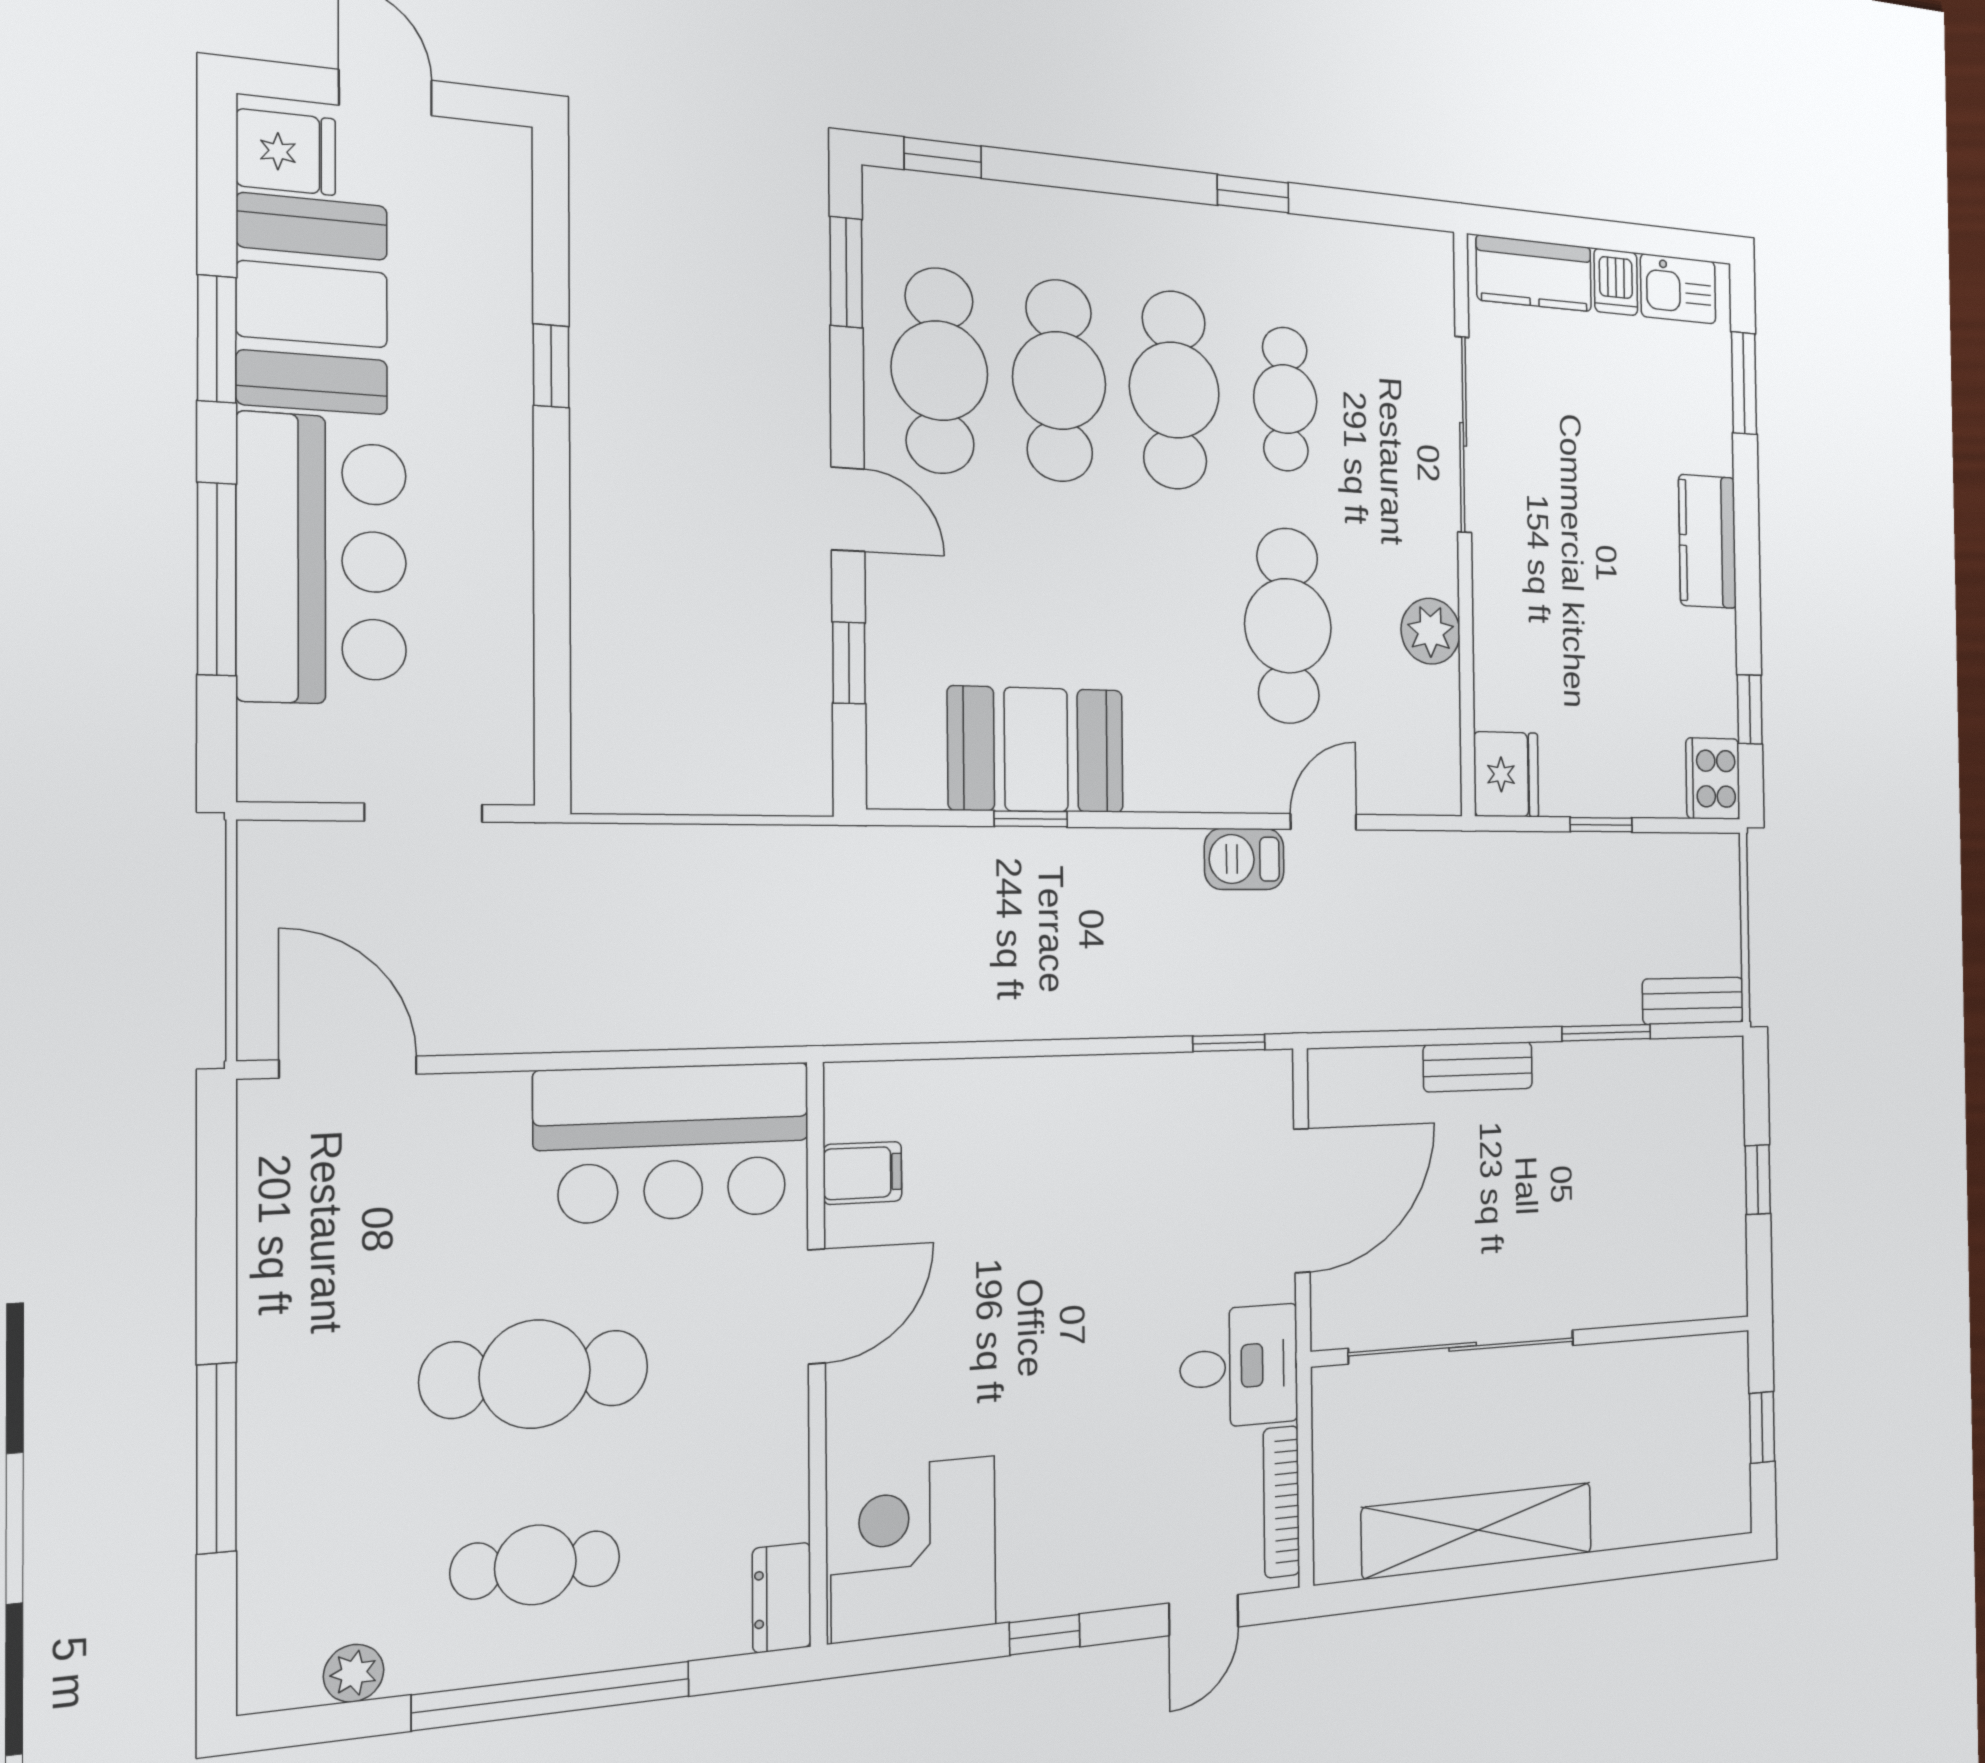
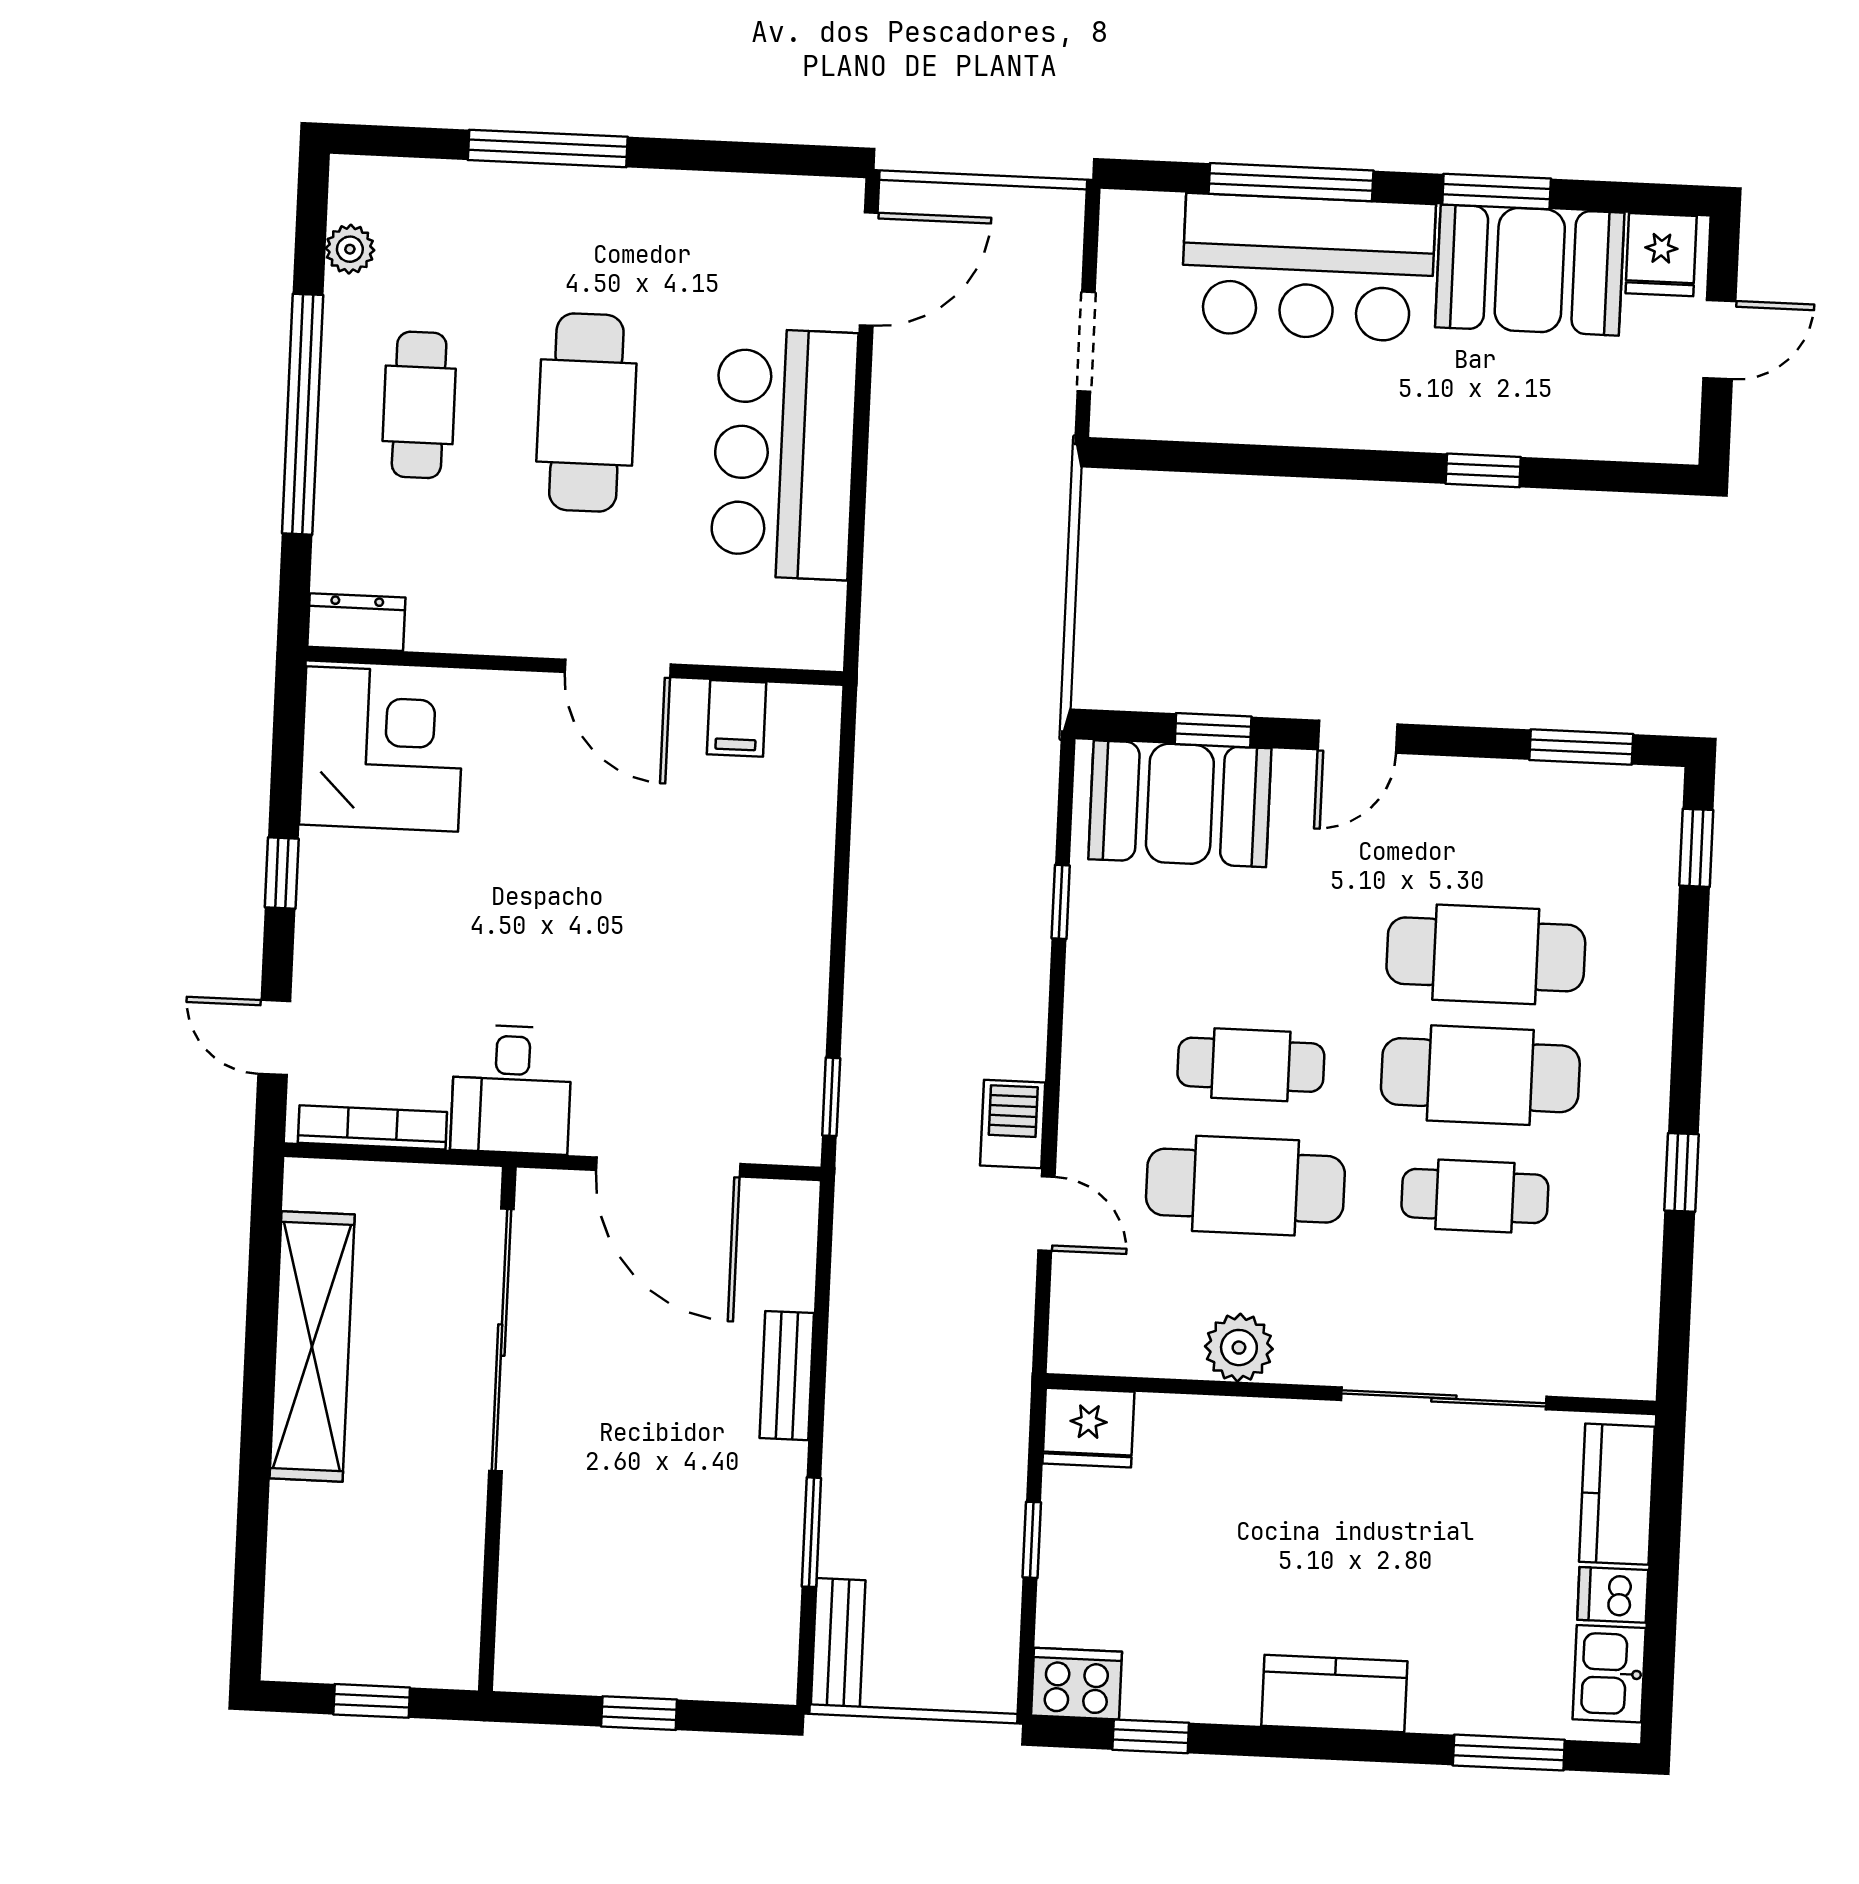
cafe table: (940, 371) -> (1251, 1065), moved, width x0.73, depth x0.74
booth: (1036, 750) -> (1180, 804), moved, turned 90
bar counter: (673, 1142) -> (784, 454), moved

